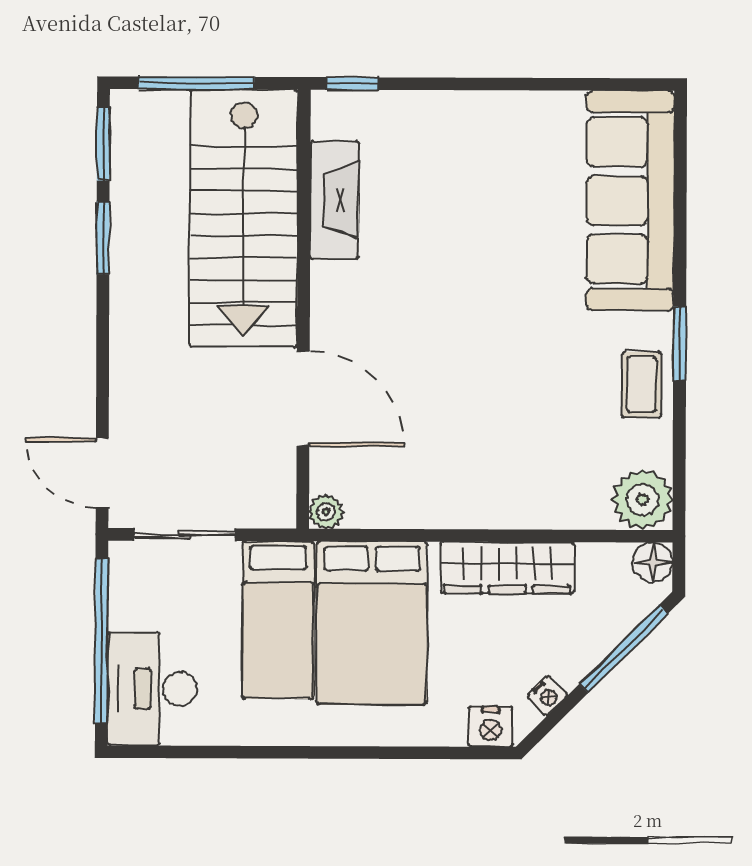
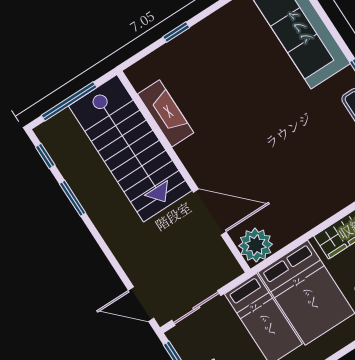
window: (352, 84) -> (176, 32), moved
window: (103, 144) -> (45, 156), width x0.67
plant: (326, 512) -> (256, 245), width x1.88, depth x1.88

